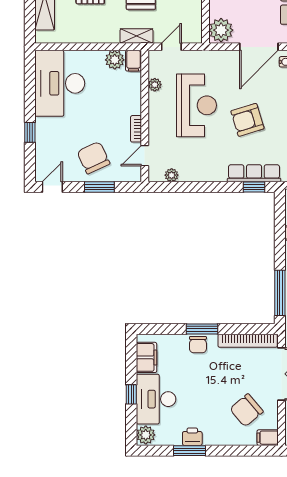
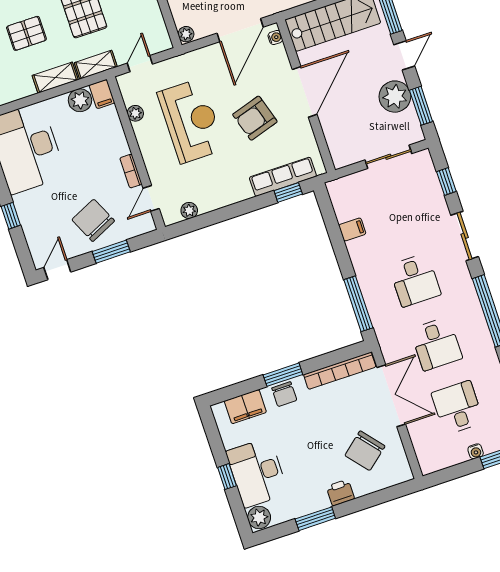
plant: (221, 30) -> (186, 34), width x0.53, depth x0.53
shelving: (101, 36) -> (55, 78), added
filing cabinet: (146, 357) -> (245, 407), moved, turned 90
printer: (192, 437) -> (340, 493), moved
filing cabinet: (268, 438) -> (400, 474), removed

